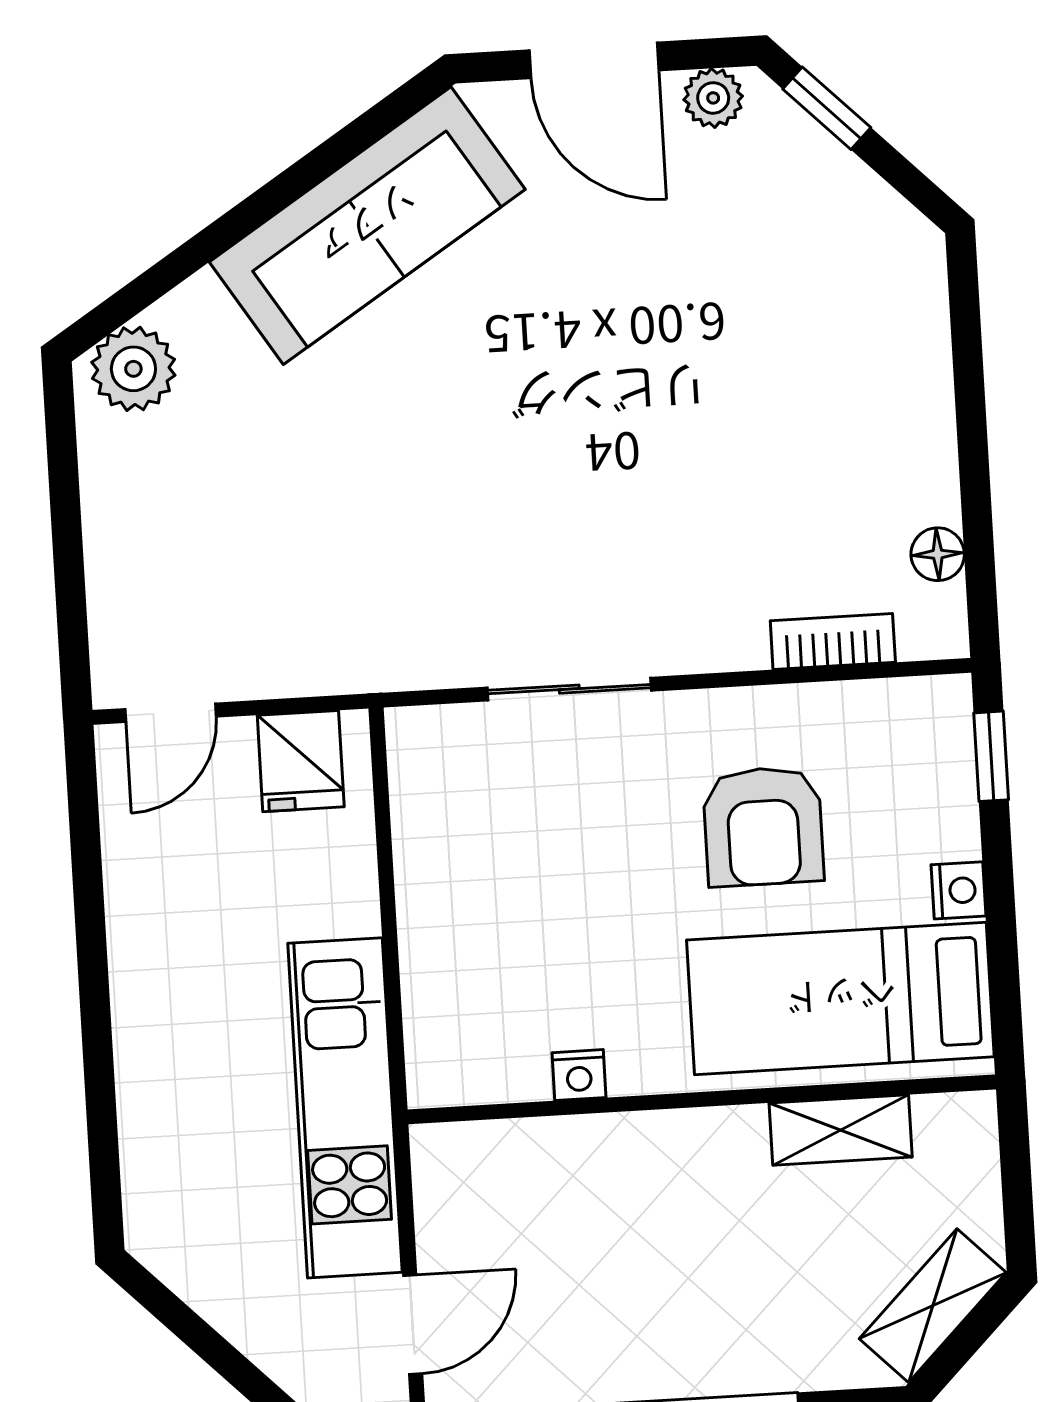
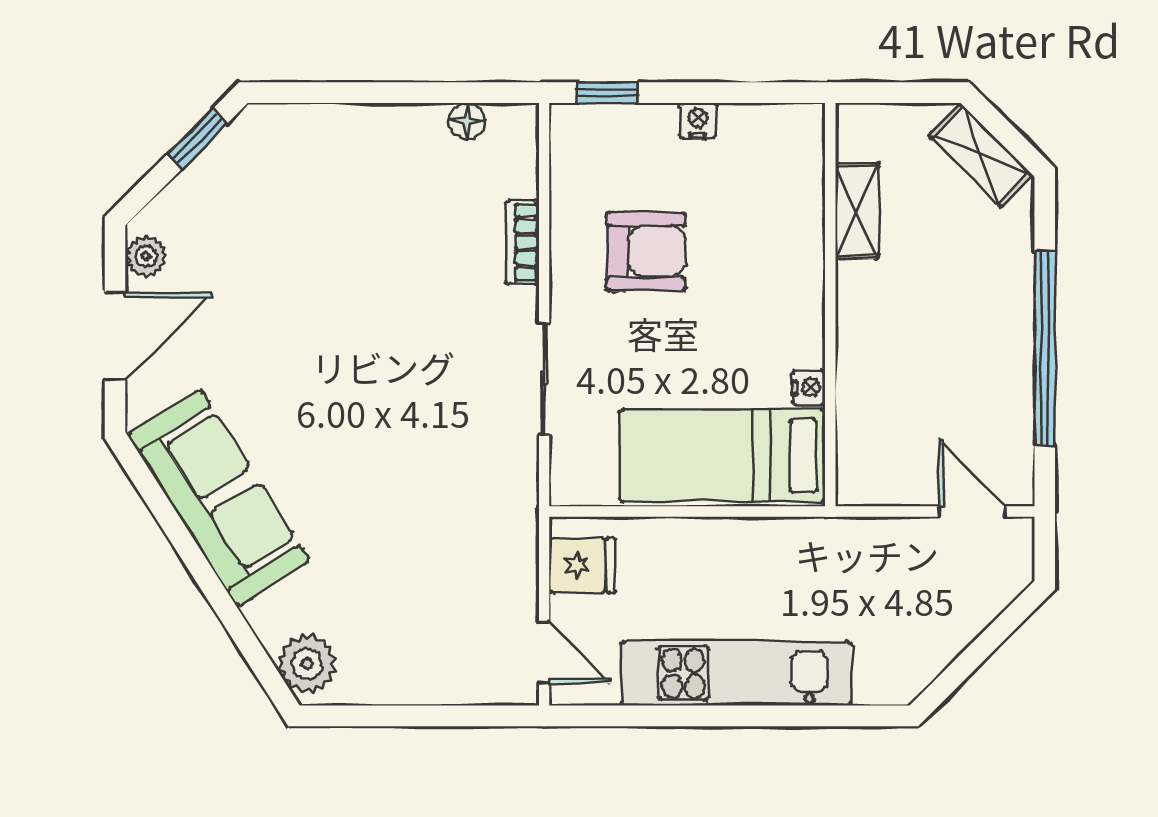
window: (827, 108) -> (198, 138), moved
bookcase: (833, 641) -> (522, 242), moved
bed: (840, 998) -> (722, 455), moved, turned 90
kitchen unit: (345, 1108) -> (736, 673), moved, turned 180

